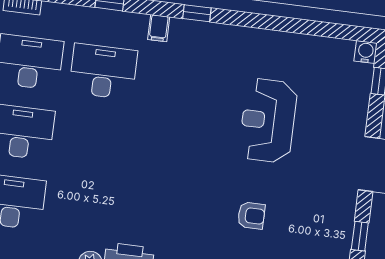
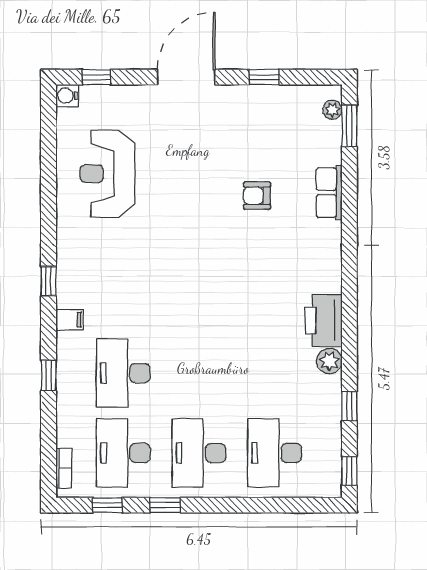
reception desk: (268, 121) -> (107, 174), moved, turned 90
armchair: (251, 216) -> (257, 196), turned -90

